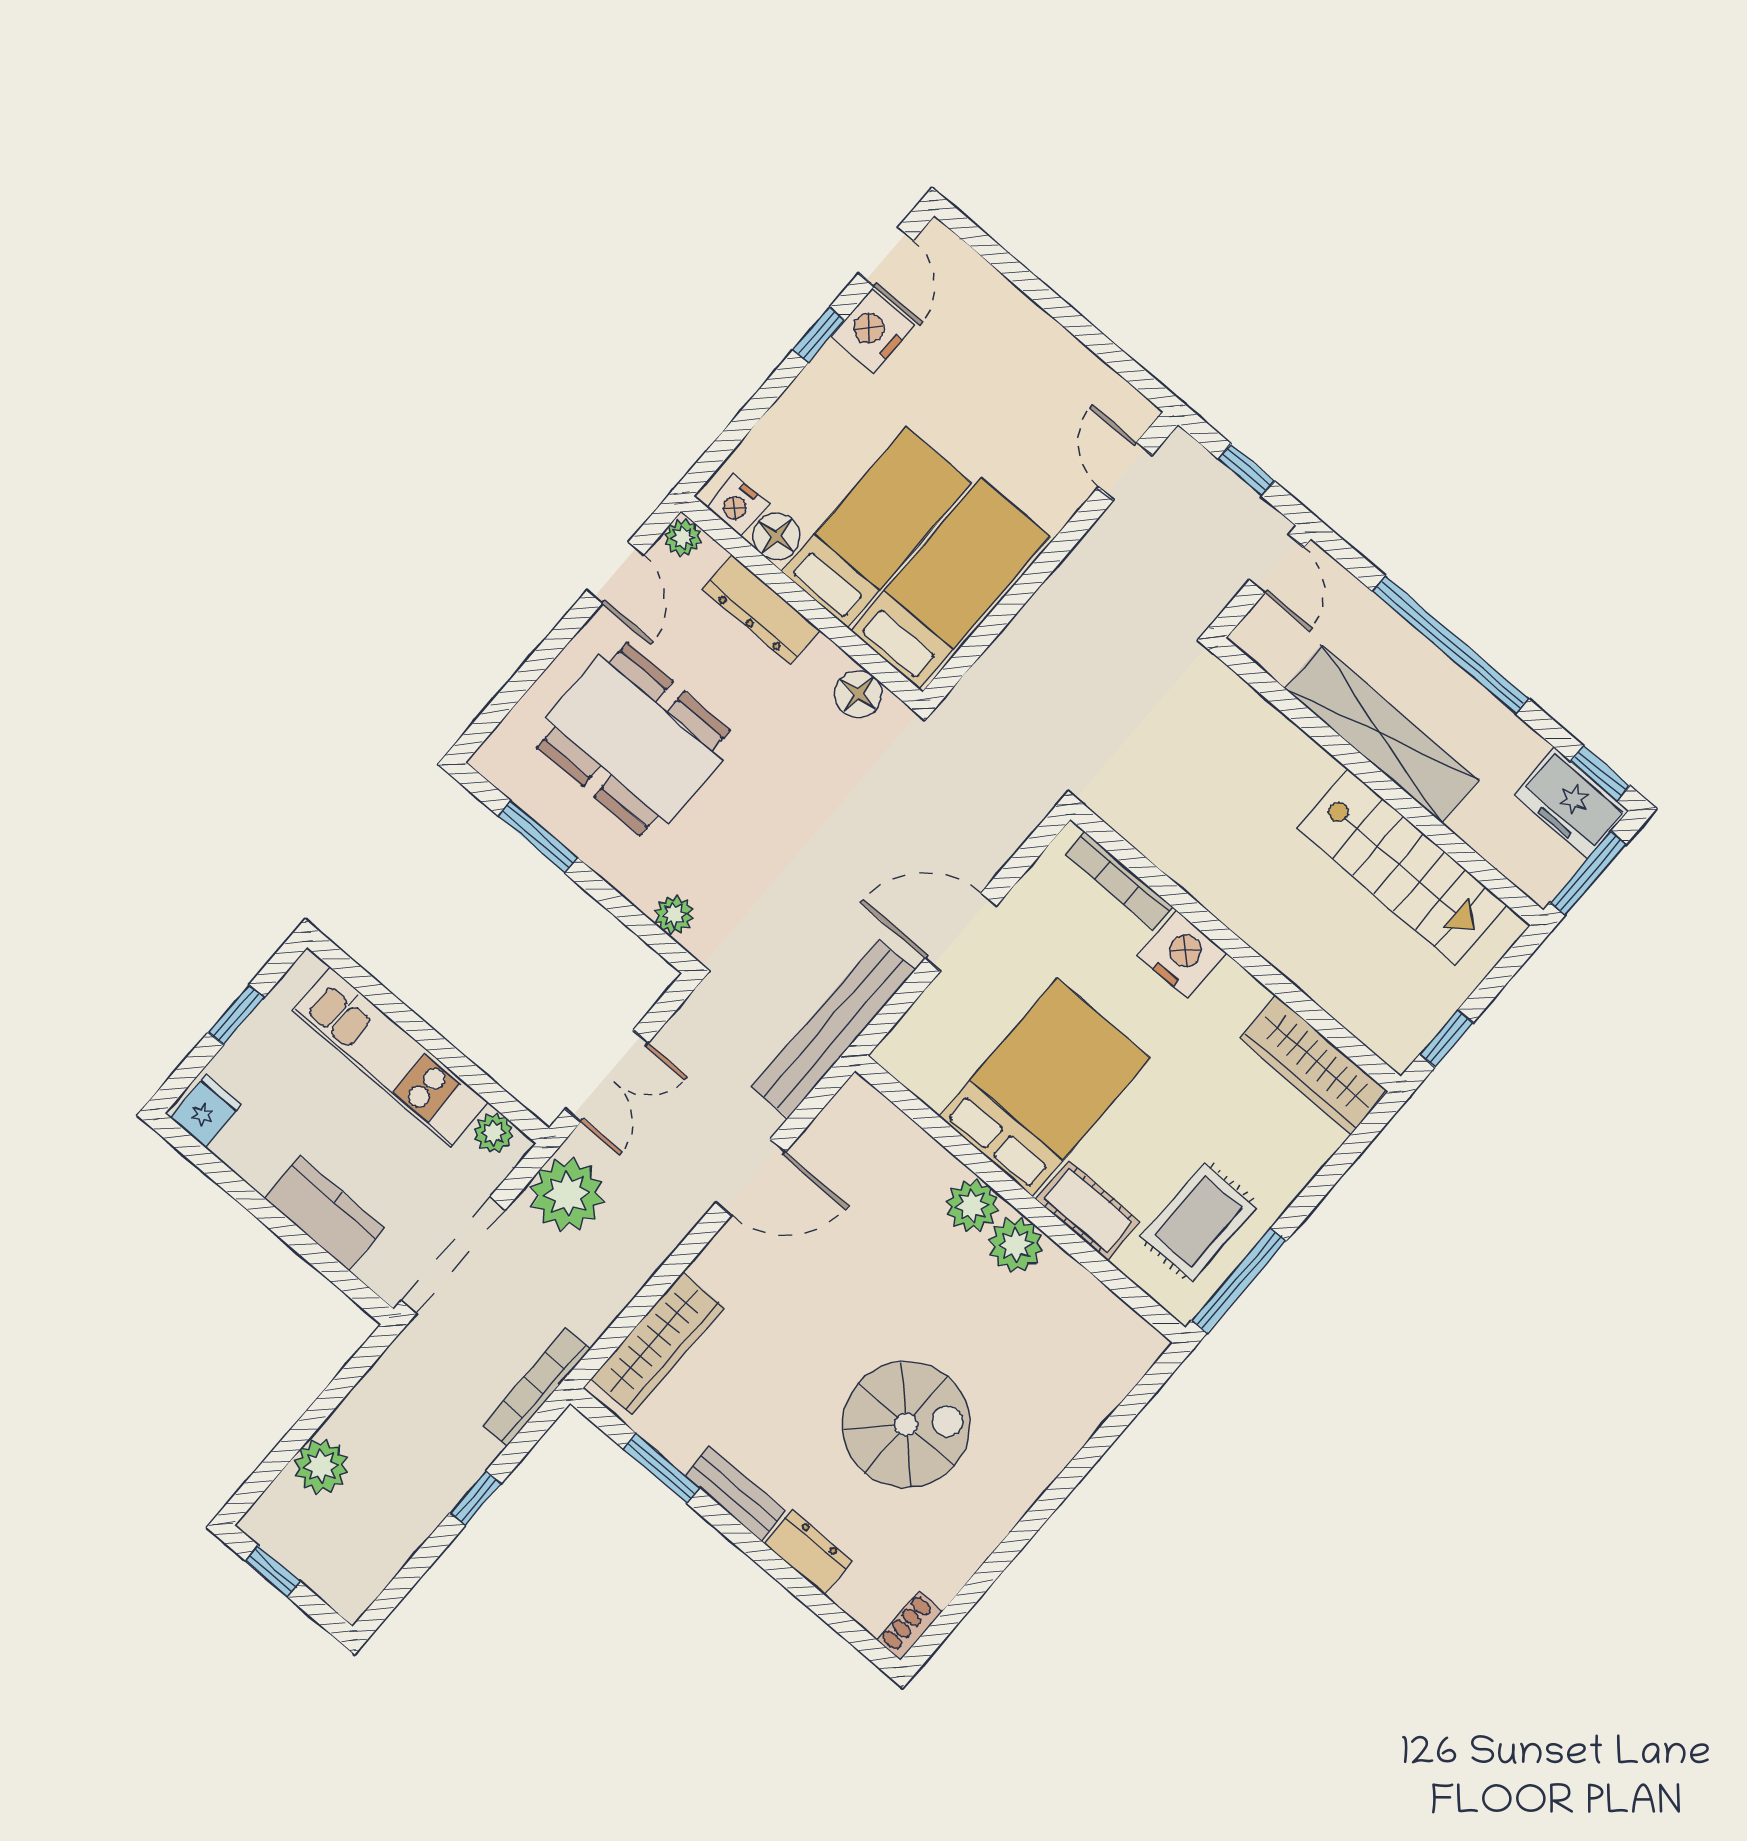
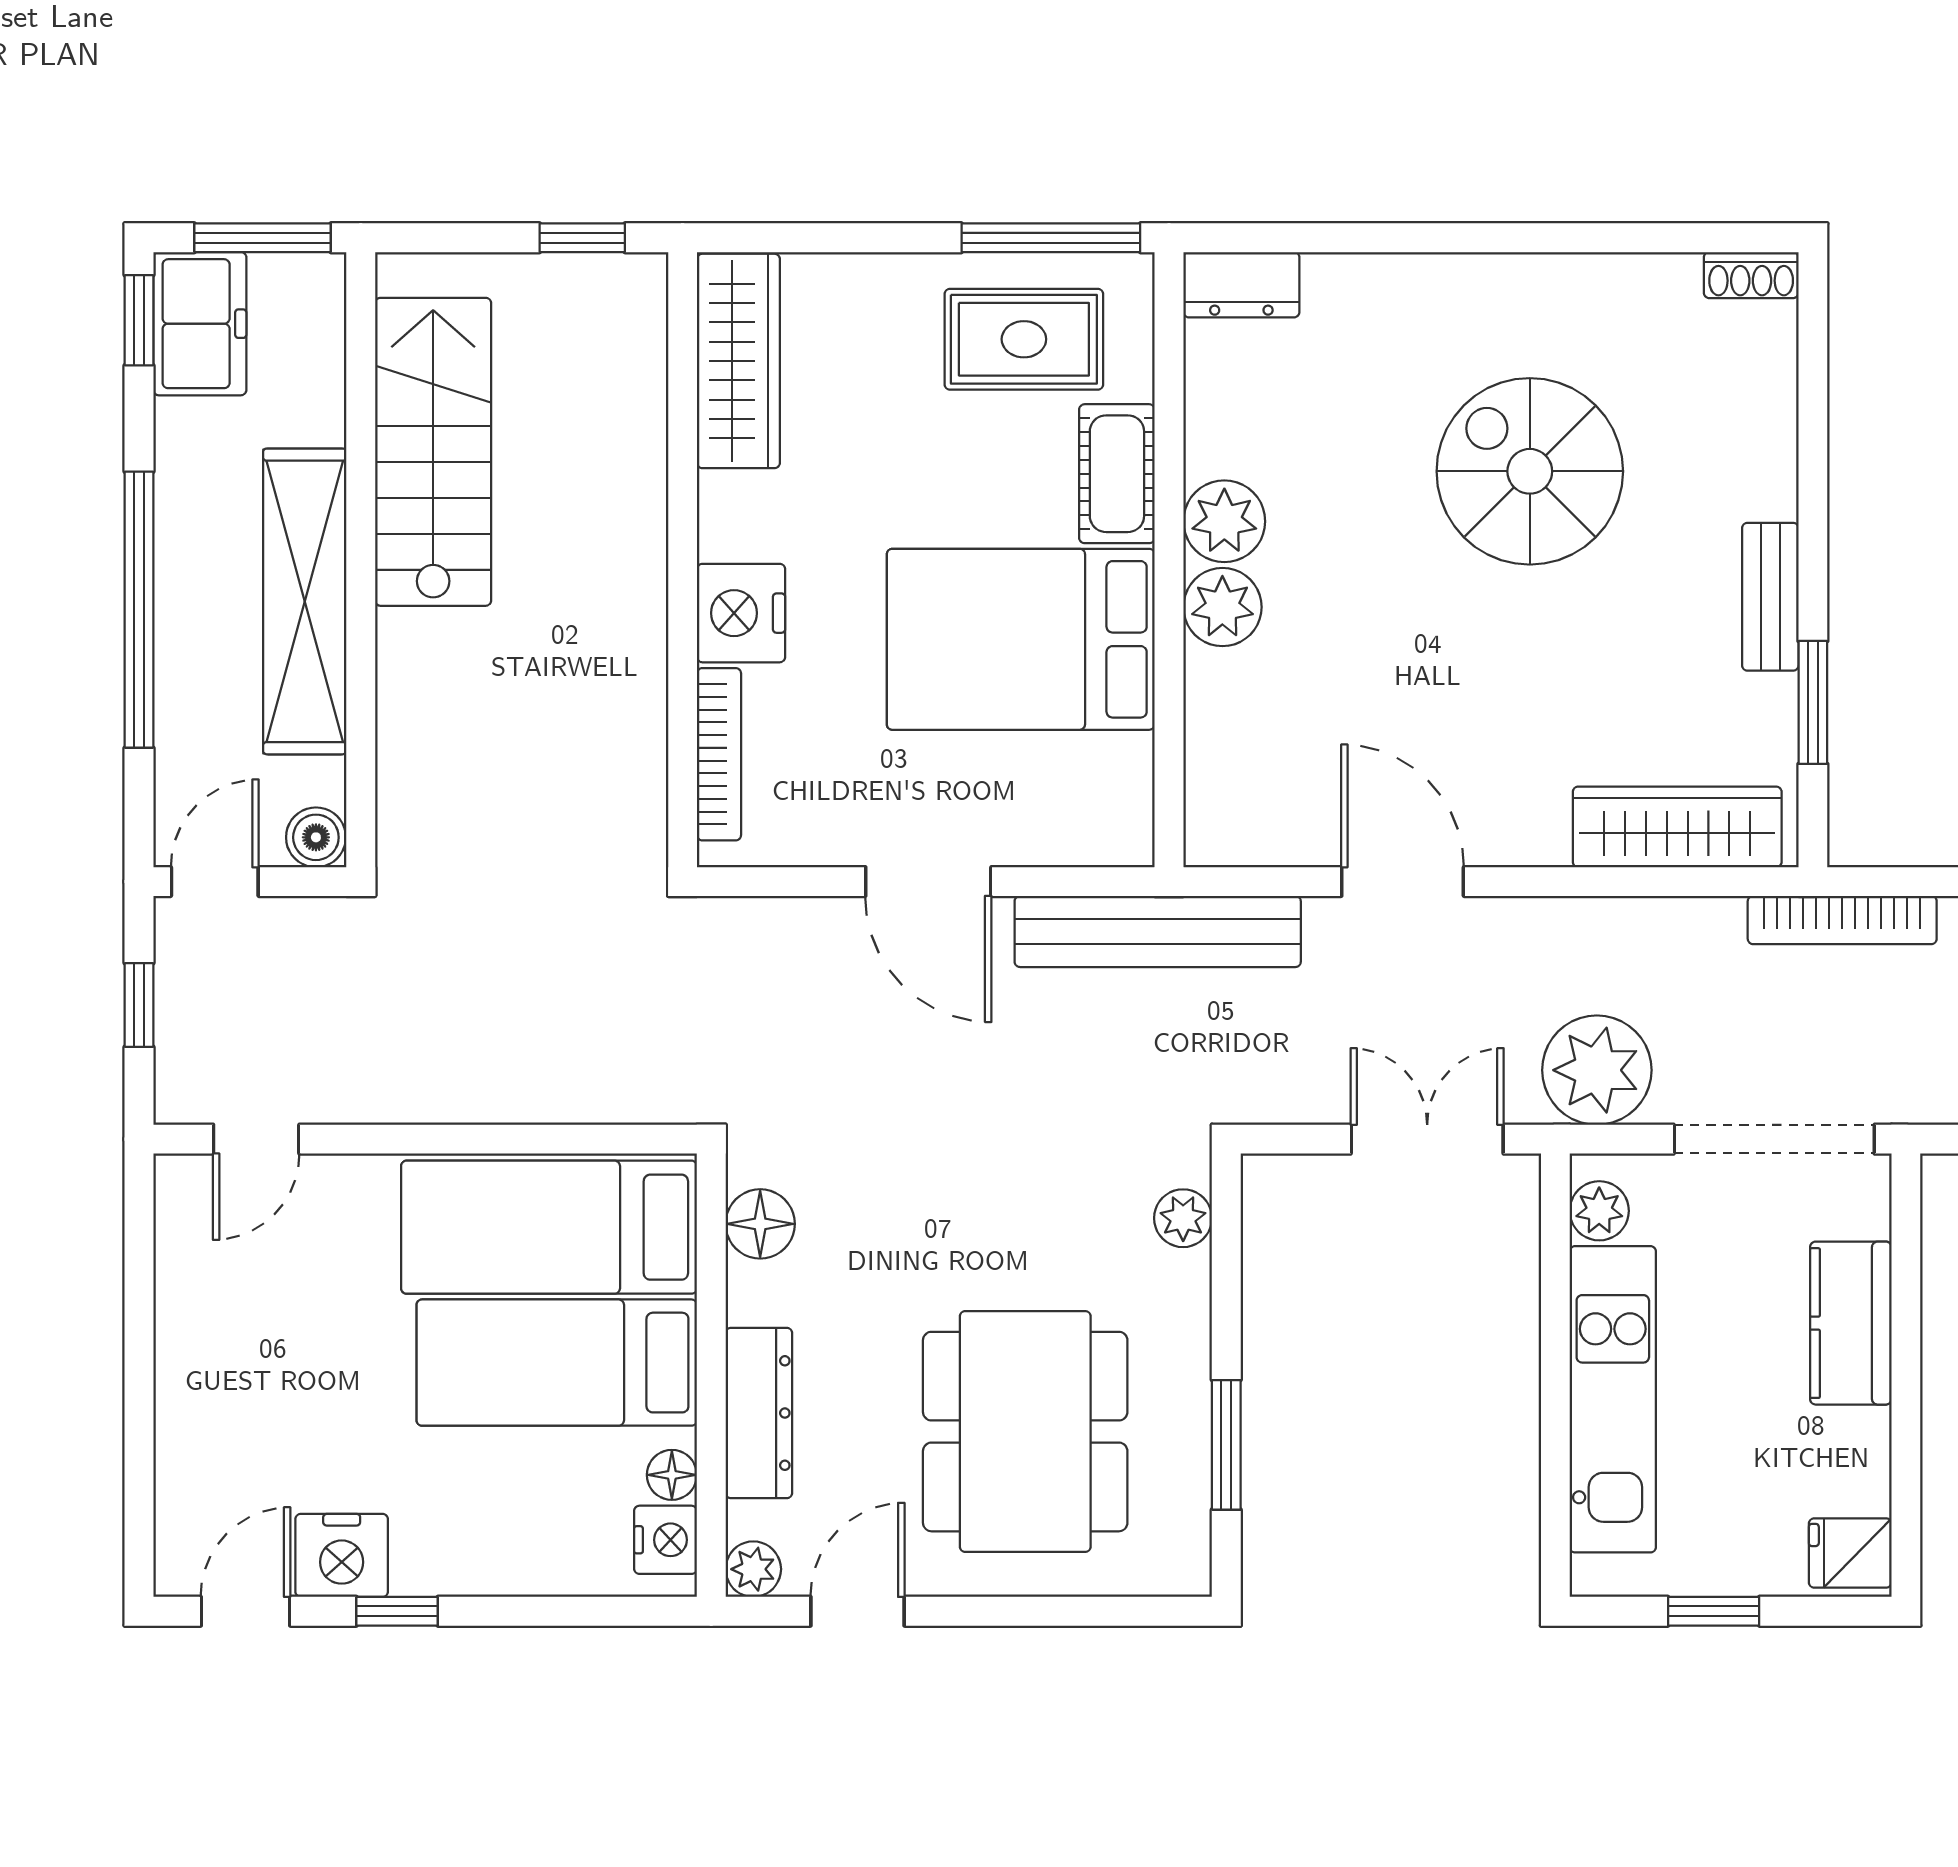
floor lamp: (777, 536) -> (672, 1475), width x0.73, depth x0.73
boiler: (1255, 636) -> (316, 837), added
dresser: (808, 1552) -> (1241, 285), moved, turned -90

